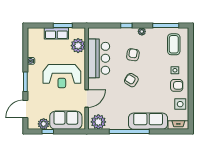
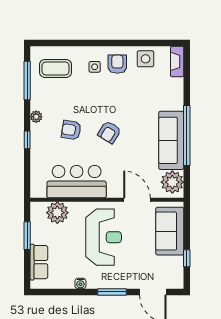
row of seats: (56, 33) -> (39, 262), moved
sofa: (148, 121) -> (171, 140), moved
plant: (44, 124) -> (175, 265), removed

